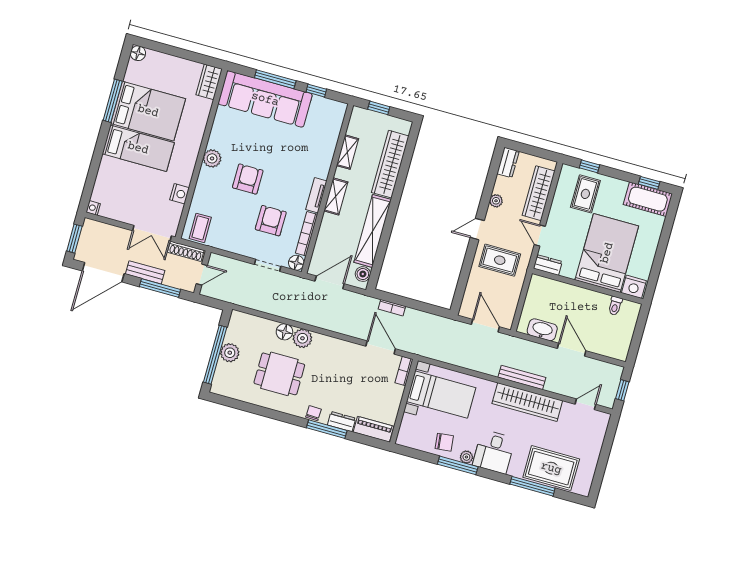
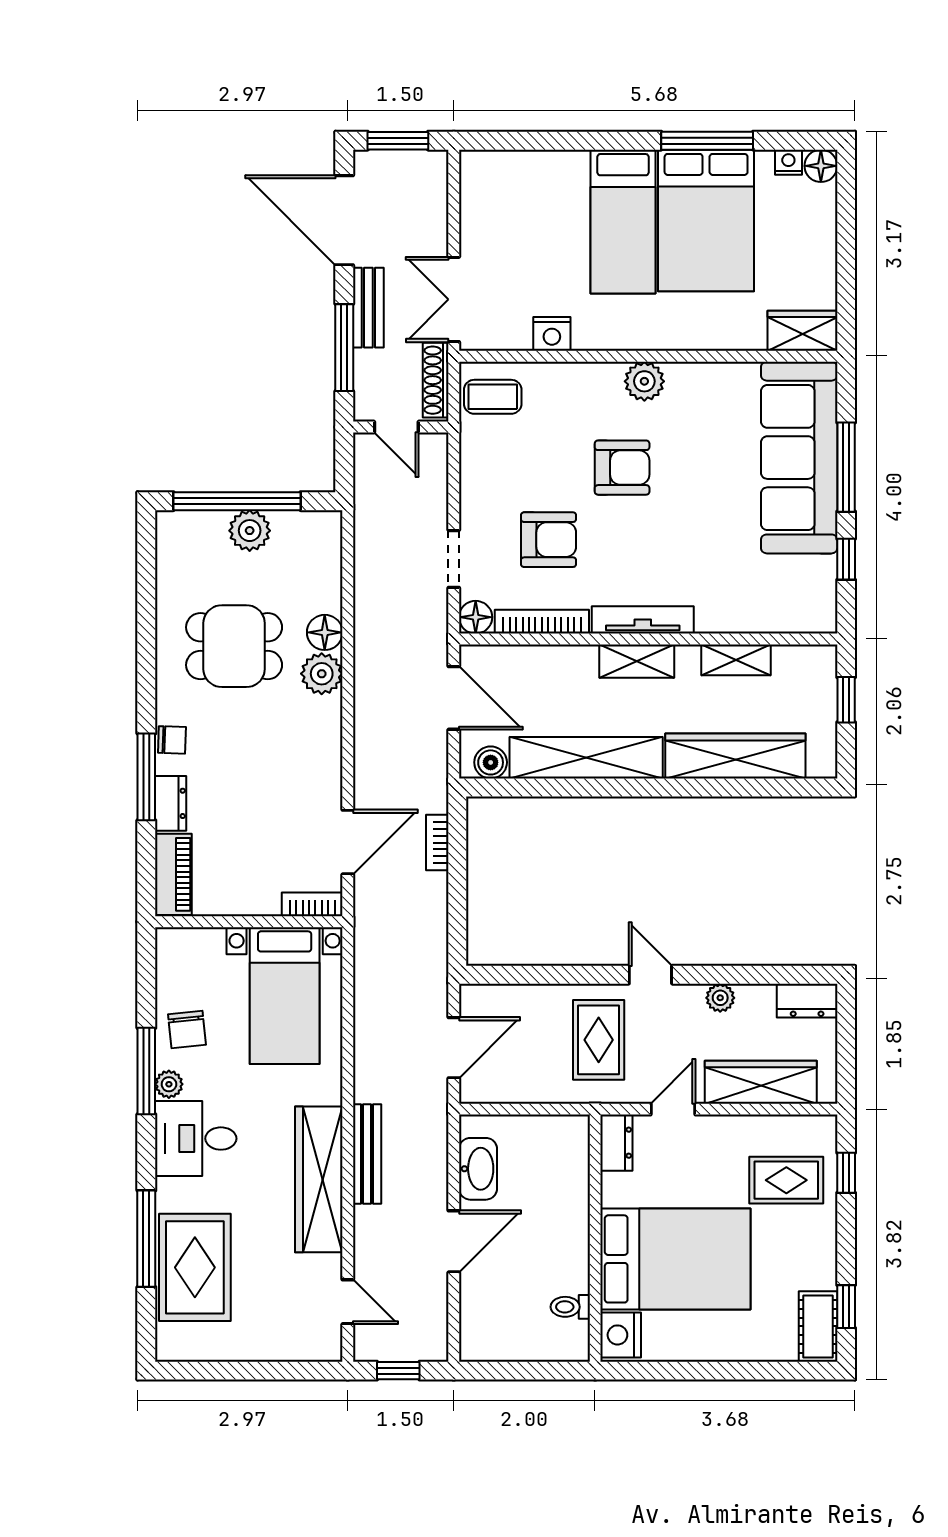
tv unit: (316, 195) -> (643, 620), width x1.41
cot: (648, 199) -> (818, 1326), width x0.73, depth x0.75
nightstand: (93, 208) -> (788, 162), moved
dining table: (279, 374) -> (234, 646), turned 90

